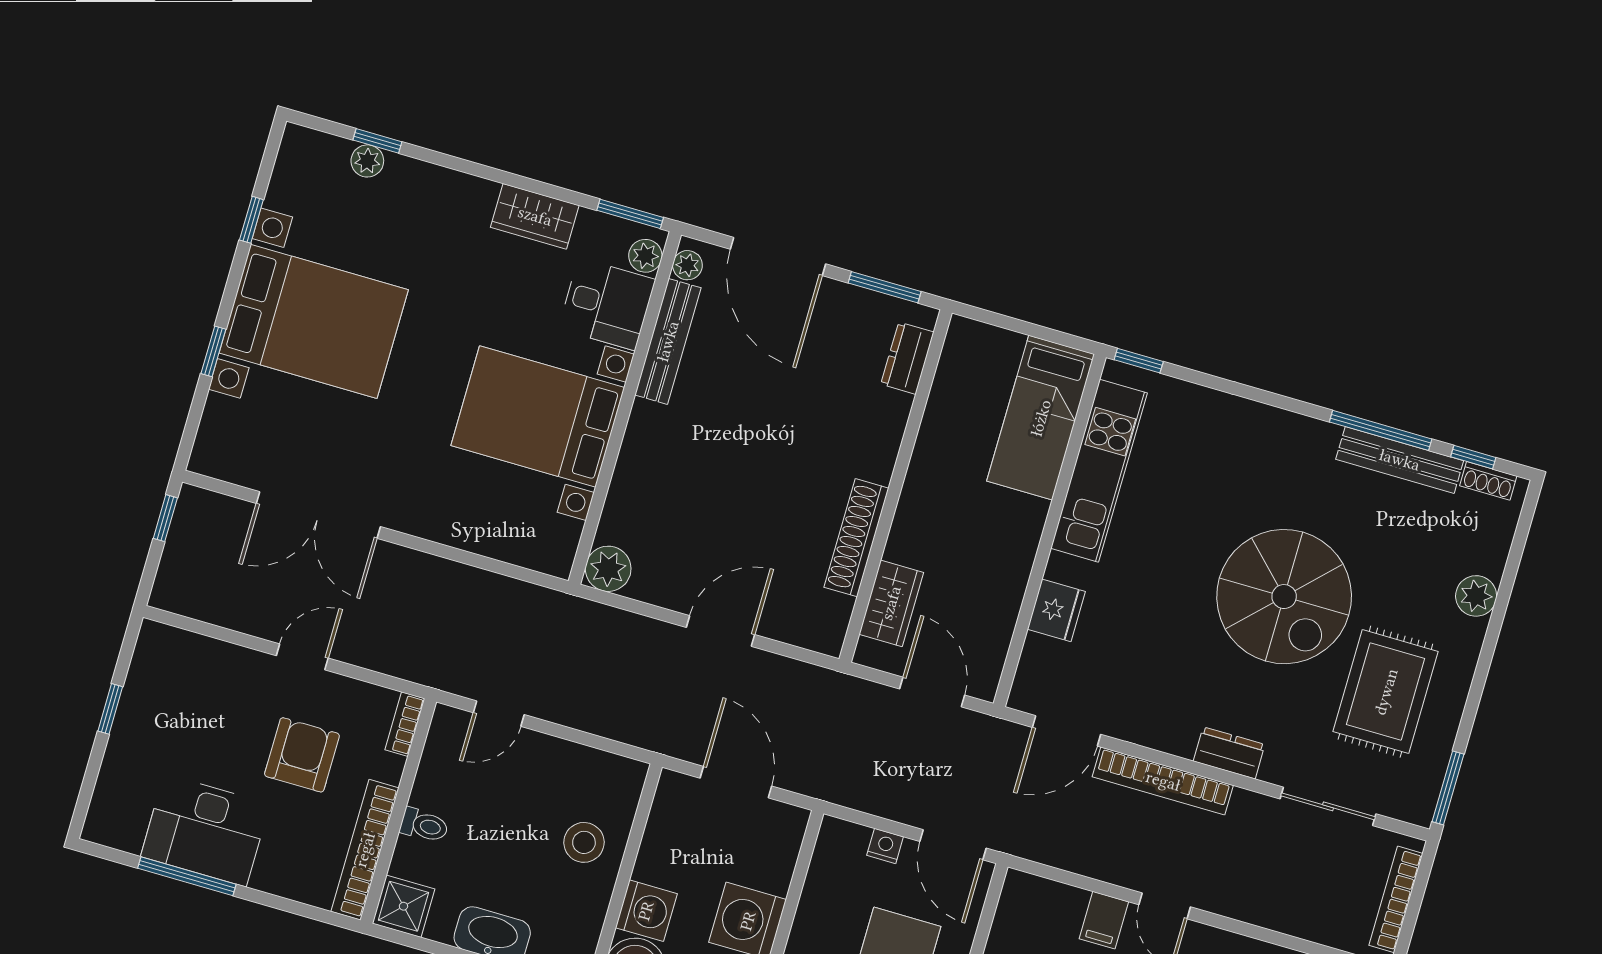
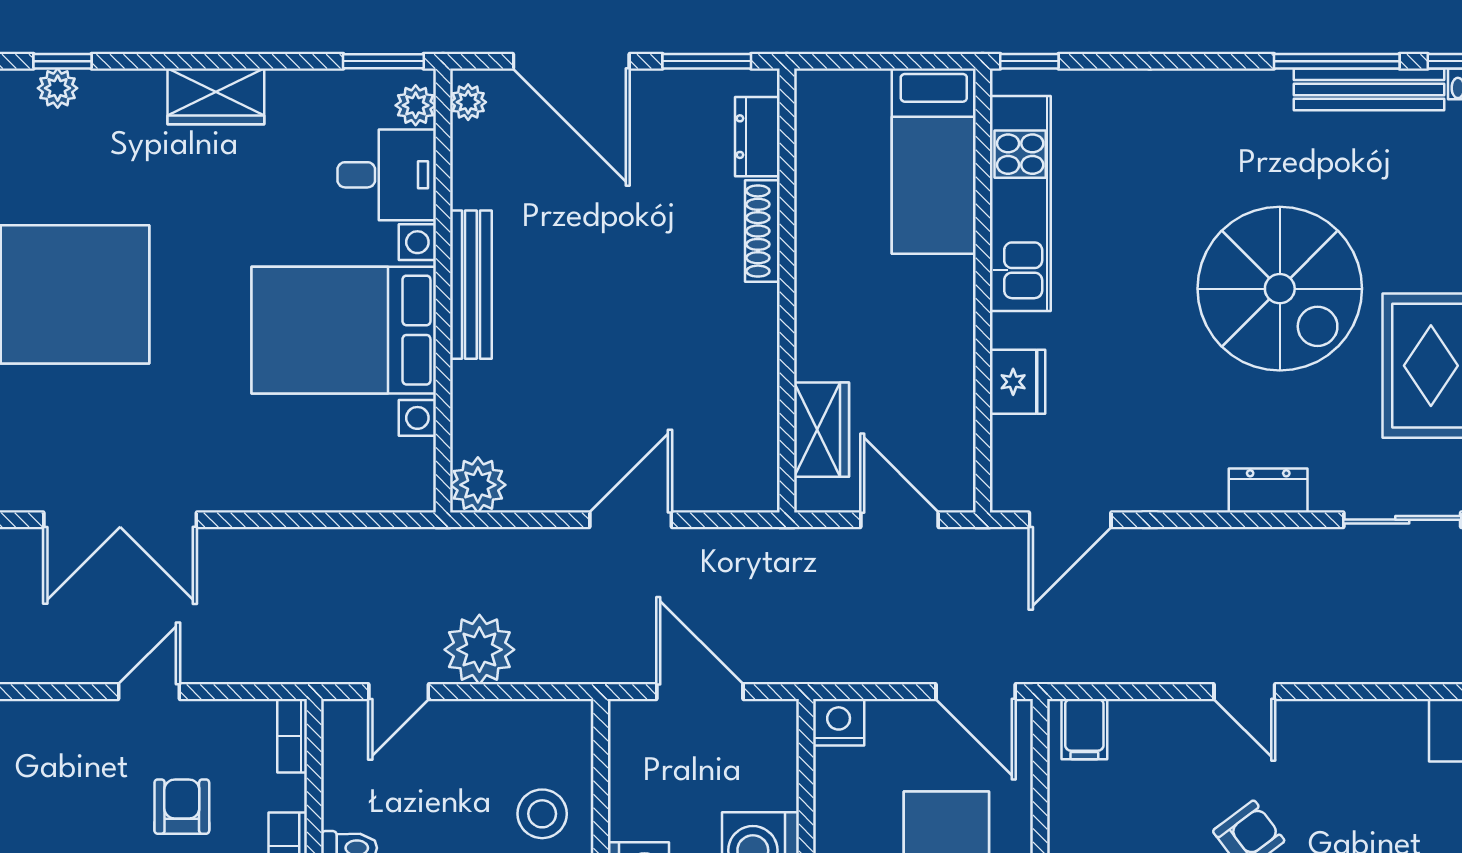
wardrobe: (535, 216) -> (216, 96), moved
bench: (668, 341) -> (471, 285), moved
shoe rack: (856, 538) -> (762, 231), moved, width x0.74, depth x0.81
plant: (572, 699) -> (479, 650), added
armchair: (302, 755) -> (182, 807), width x0.72, depth x0.72
bookcase: (1163, 781) -> (1200, 546), removed
nightstand: (885, 846) -> (839, 722), moved, width x1.39, depth x1.35
filing cabinet: (1104, 920) -> (1084, 729), moved

